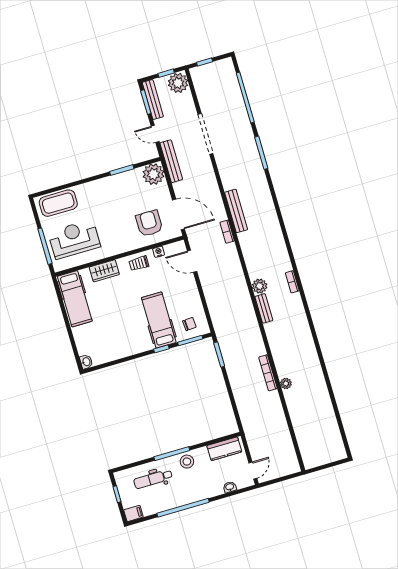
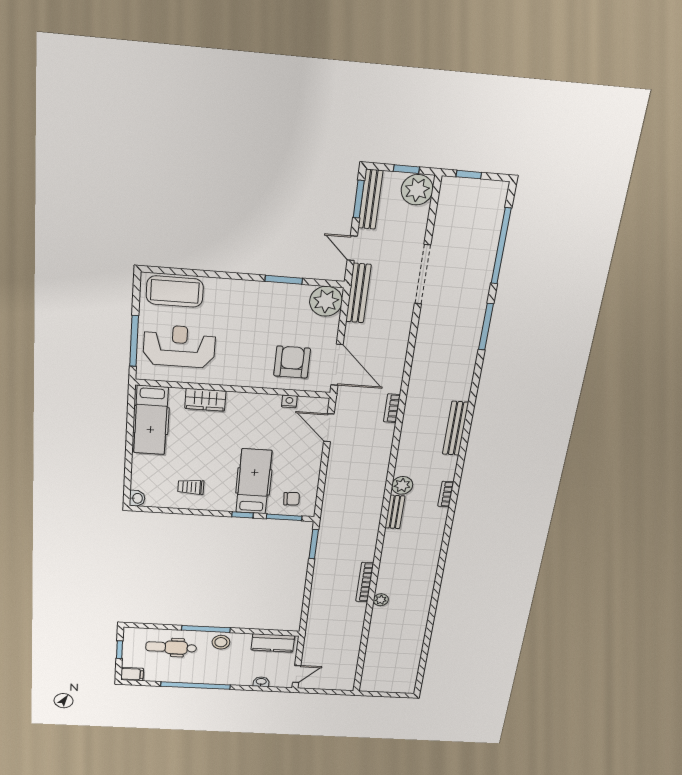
bench: (236, 211) -> (456, 428), moved
trolley: (139, 263) -> (191, 487), moved

